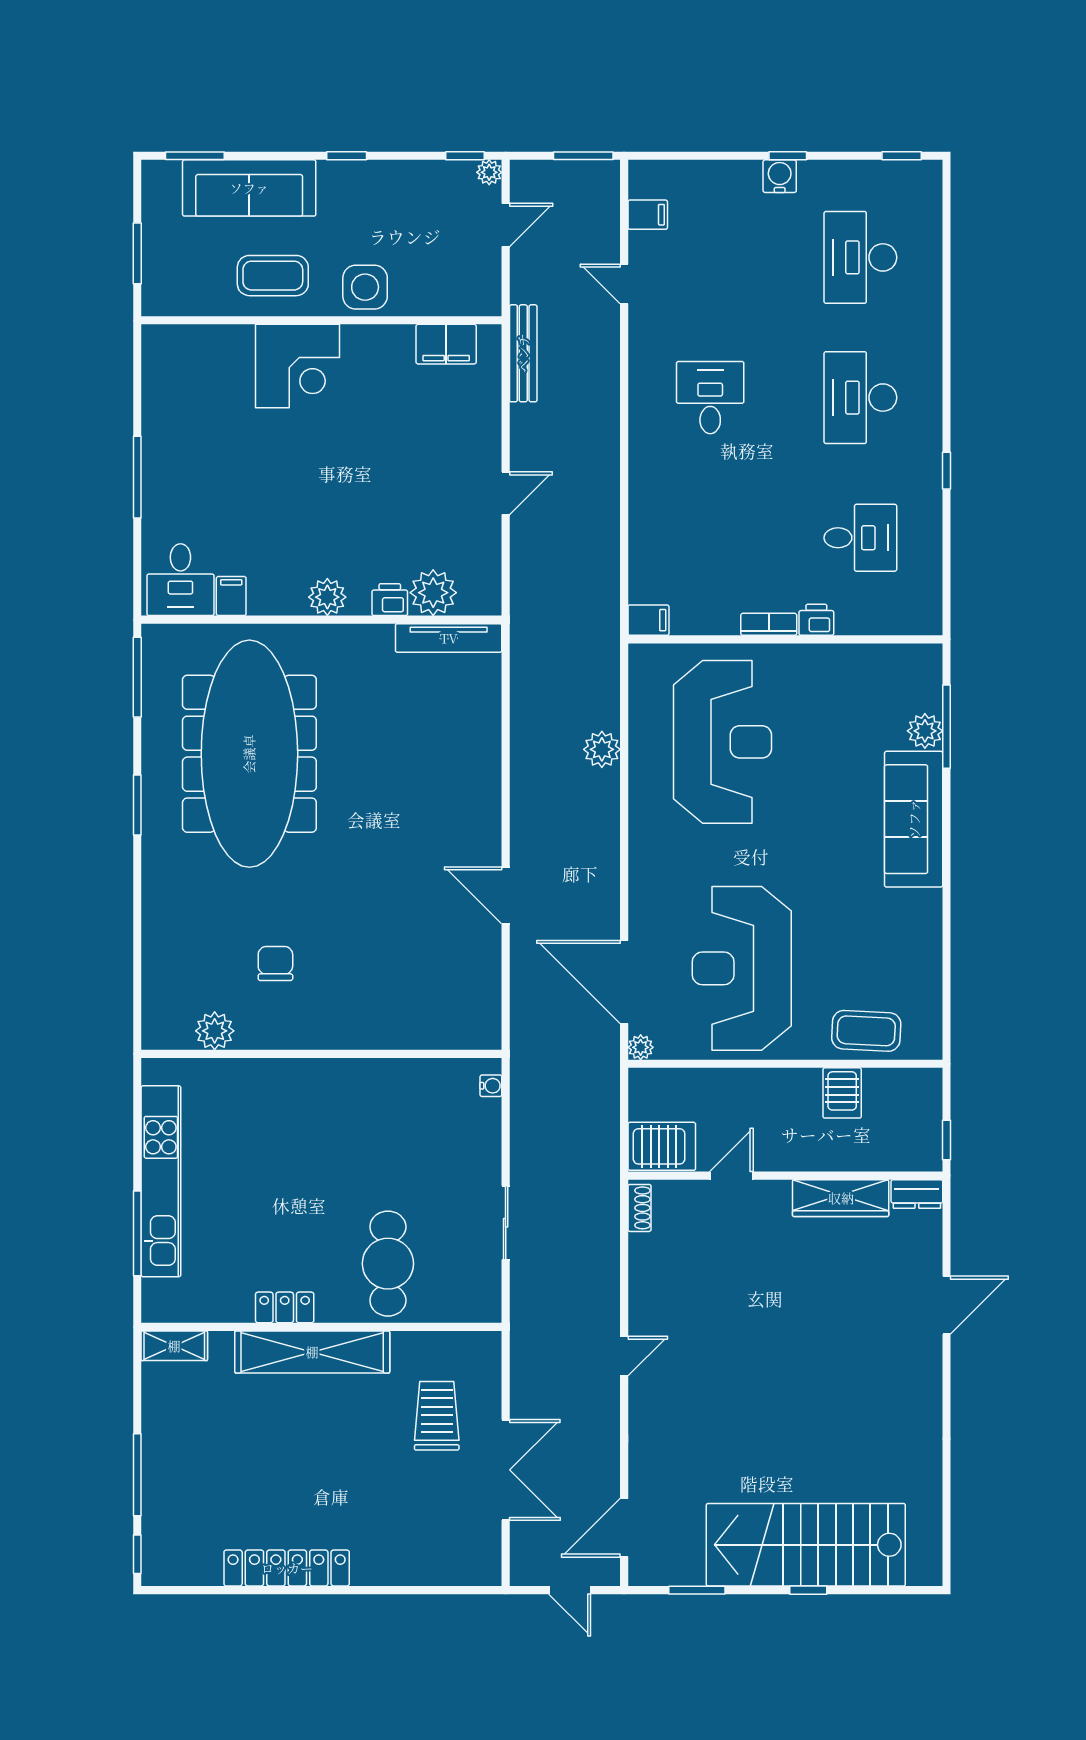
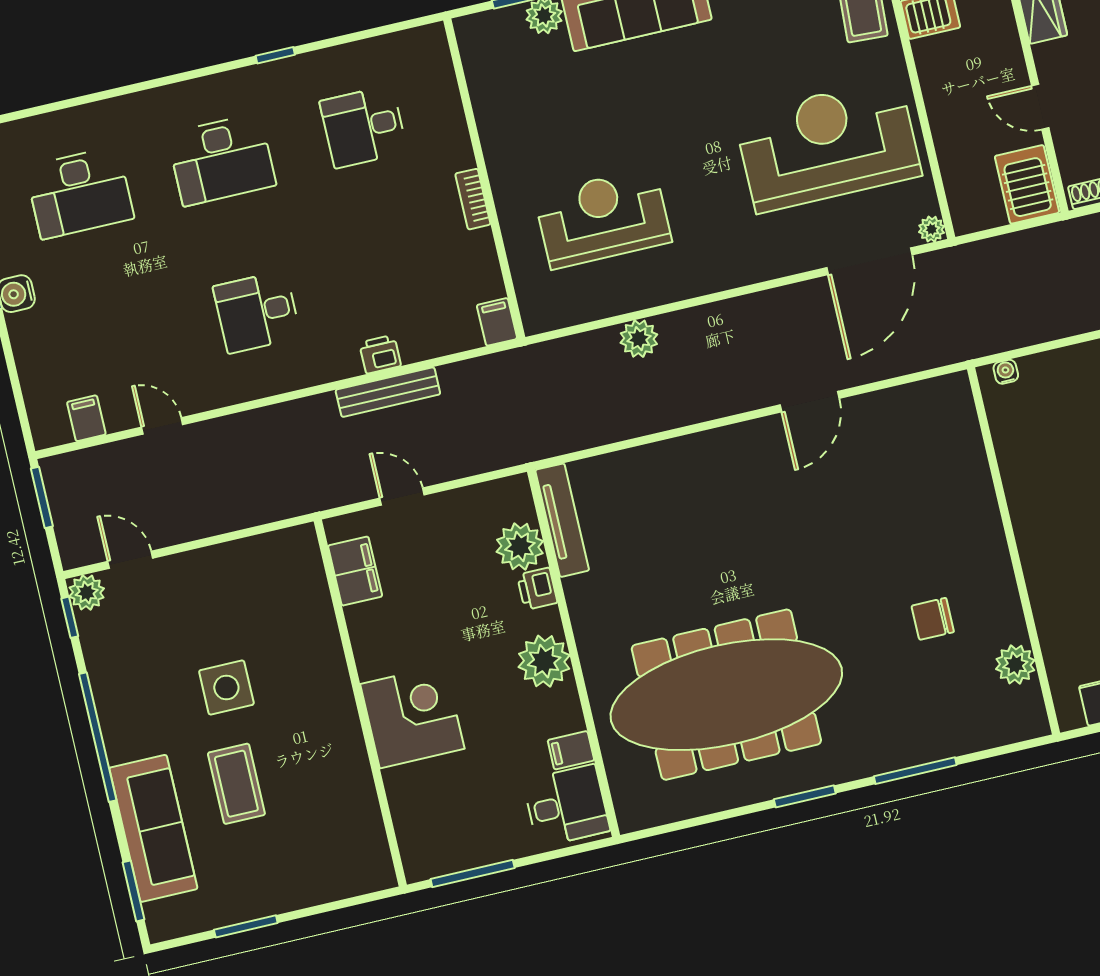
window: (347, 156) -> (98, 737), width x3.17
plant: (489, 172) -> (87, 592), width x1.38, depth x1.38
door: (624, 284) -> (162, 426), swing flipped
wall: (321, 320) -> (360, 703), moved
filing cabinet: (446, 344) -> (355, 571), moved
bench: (523, 353) -> (388, 392), moved
corner desk: (297, 366) -> (412, 716), moved
desk: (860, 538) -> (364, 127), turned -90
plant: (327, 597) -> (544, 661), width x1.36, depth x1.36
printer: (816, 620) -> (380, 354), moved, turned 90
window: (137, 677) -> (915, 771), moved
reception desk: (723, 742) -> (603, 218), width x0.74, depth x0.77
reception desk: (742, 968) -> (828, 145), turned 180

